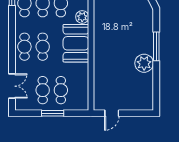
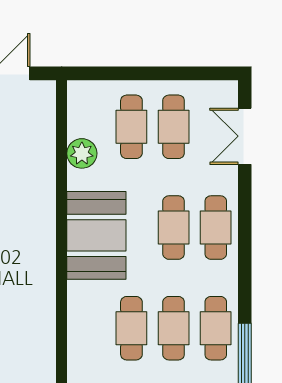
plant: (82, 17) -> (82, 153), moved
window: (53, 113) -> (151, 73), removed

